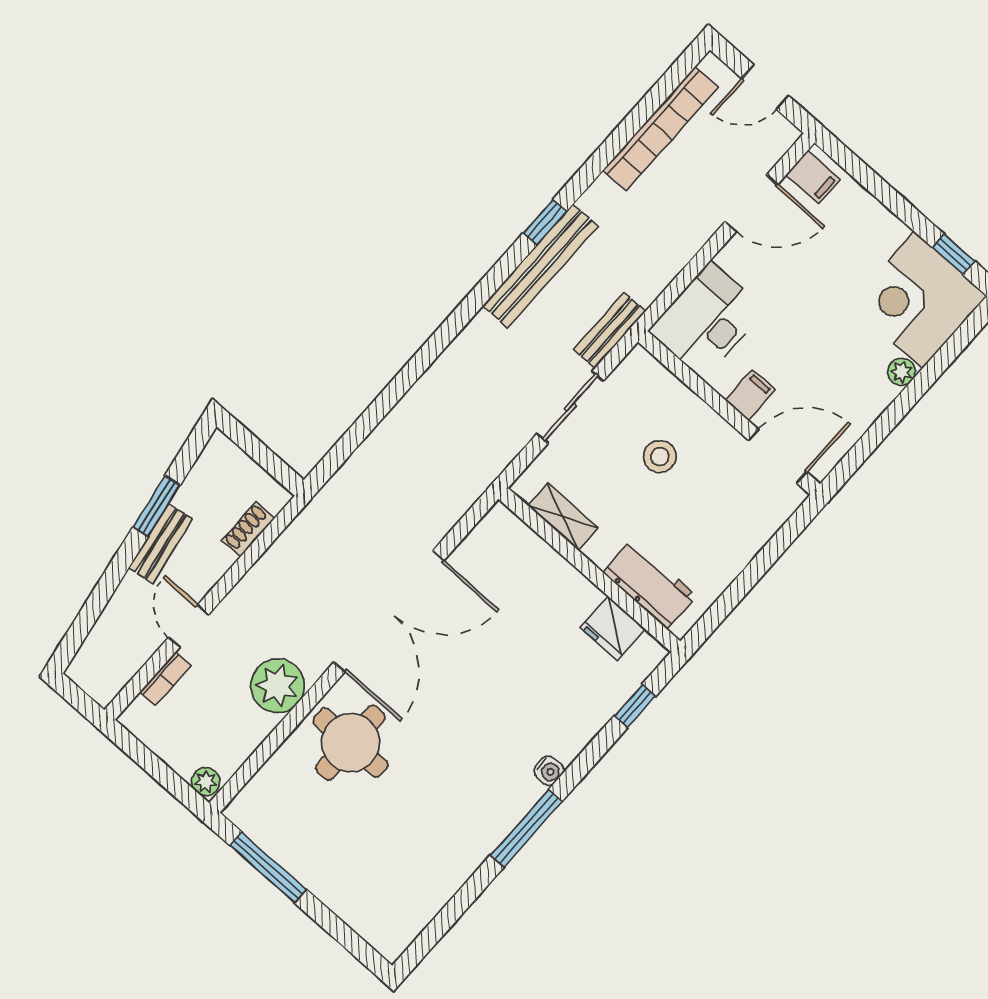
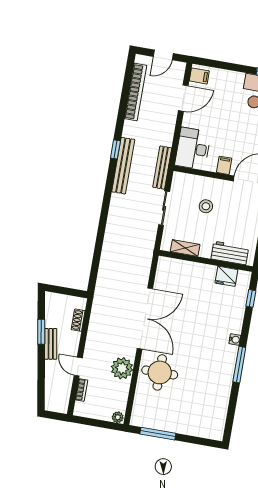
bench: (610, 330) -> (162, 168), width x1.36

